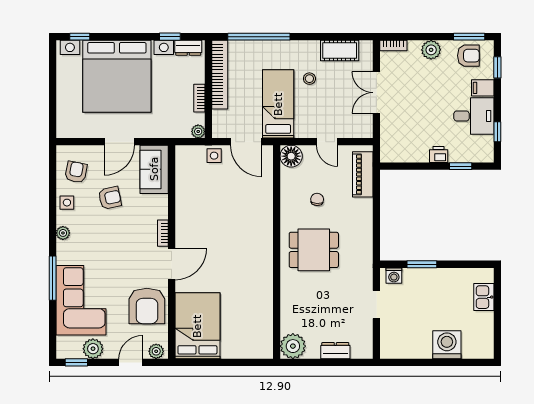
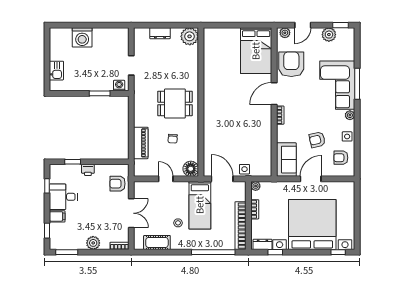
armchair: (468, 56) -> (118, 184), moved
armchair: (76, 172) -> (341, 158), turned 79
piano: (363, 174) -> (141, 143), moved
corner sofa: (81, 300) -> (337, 85), moved

